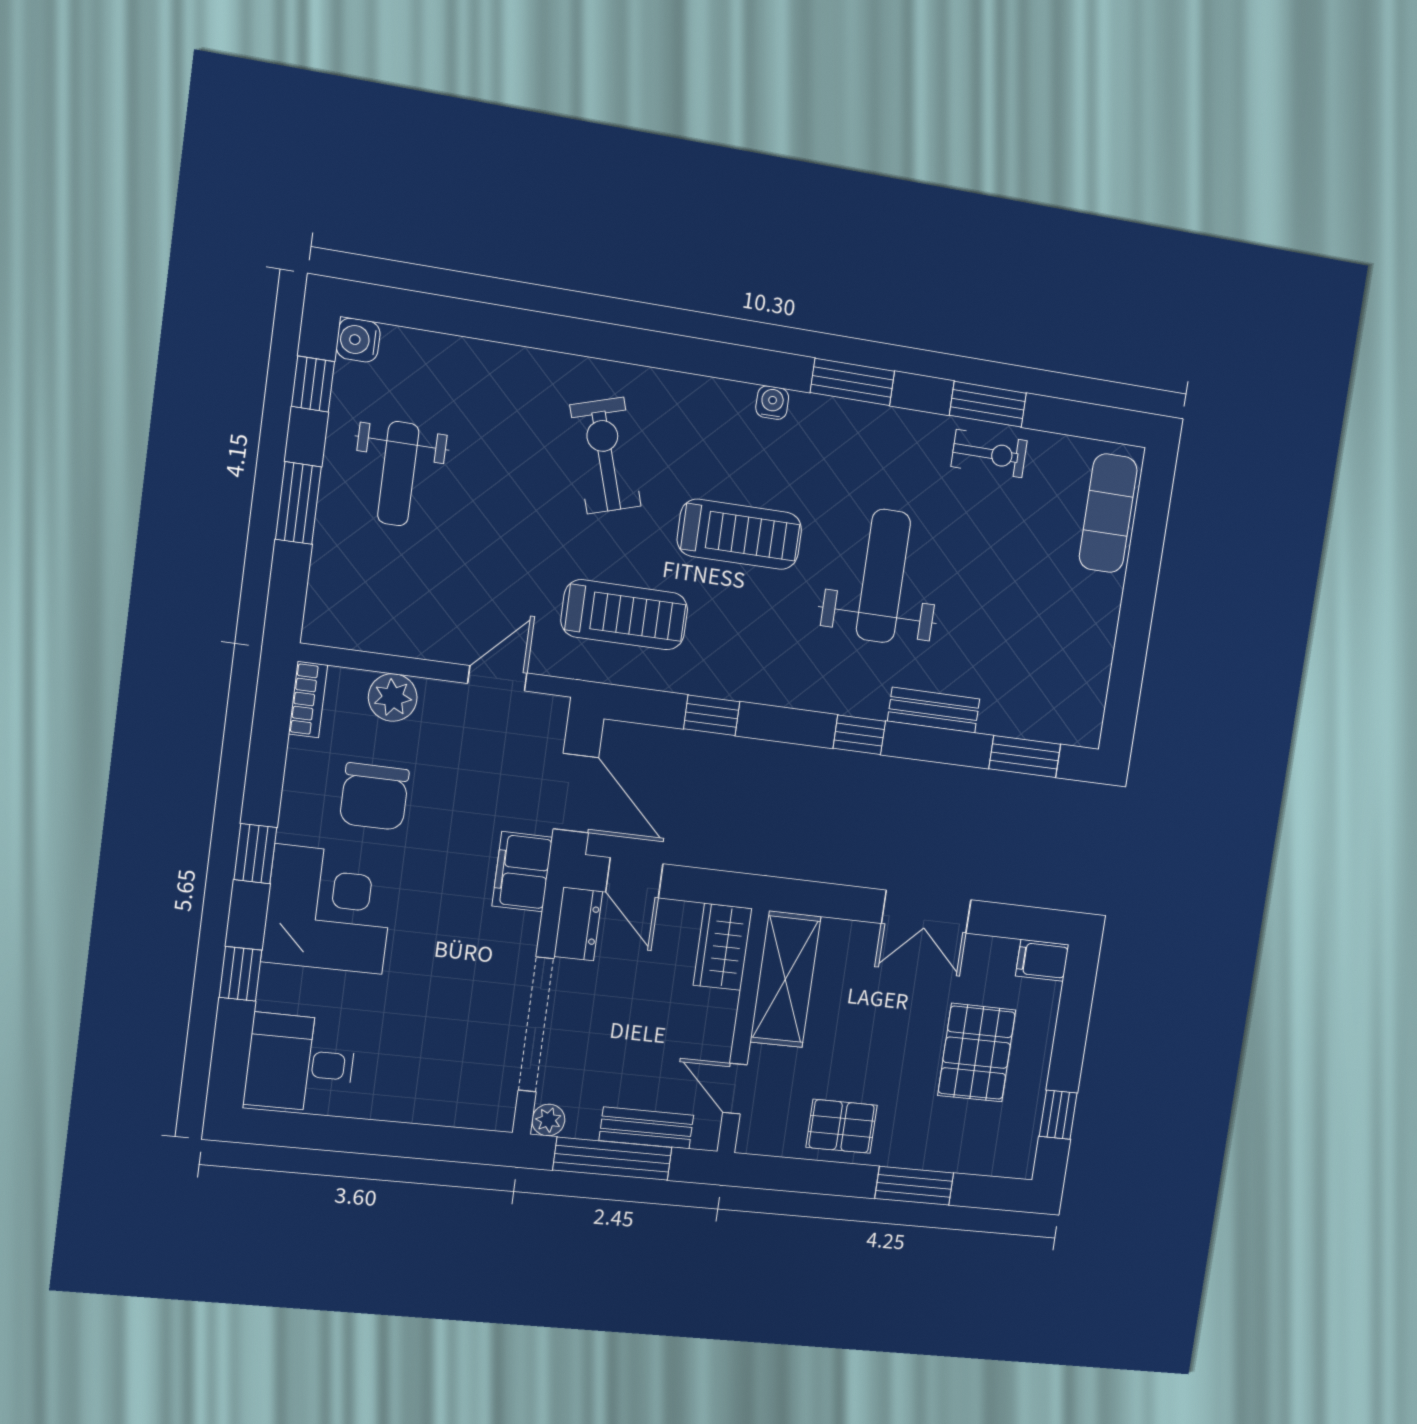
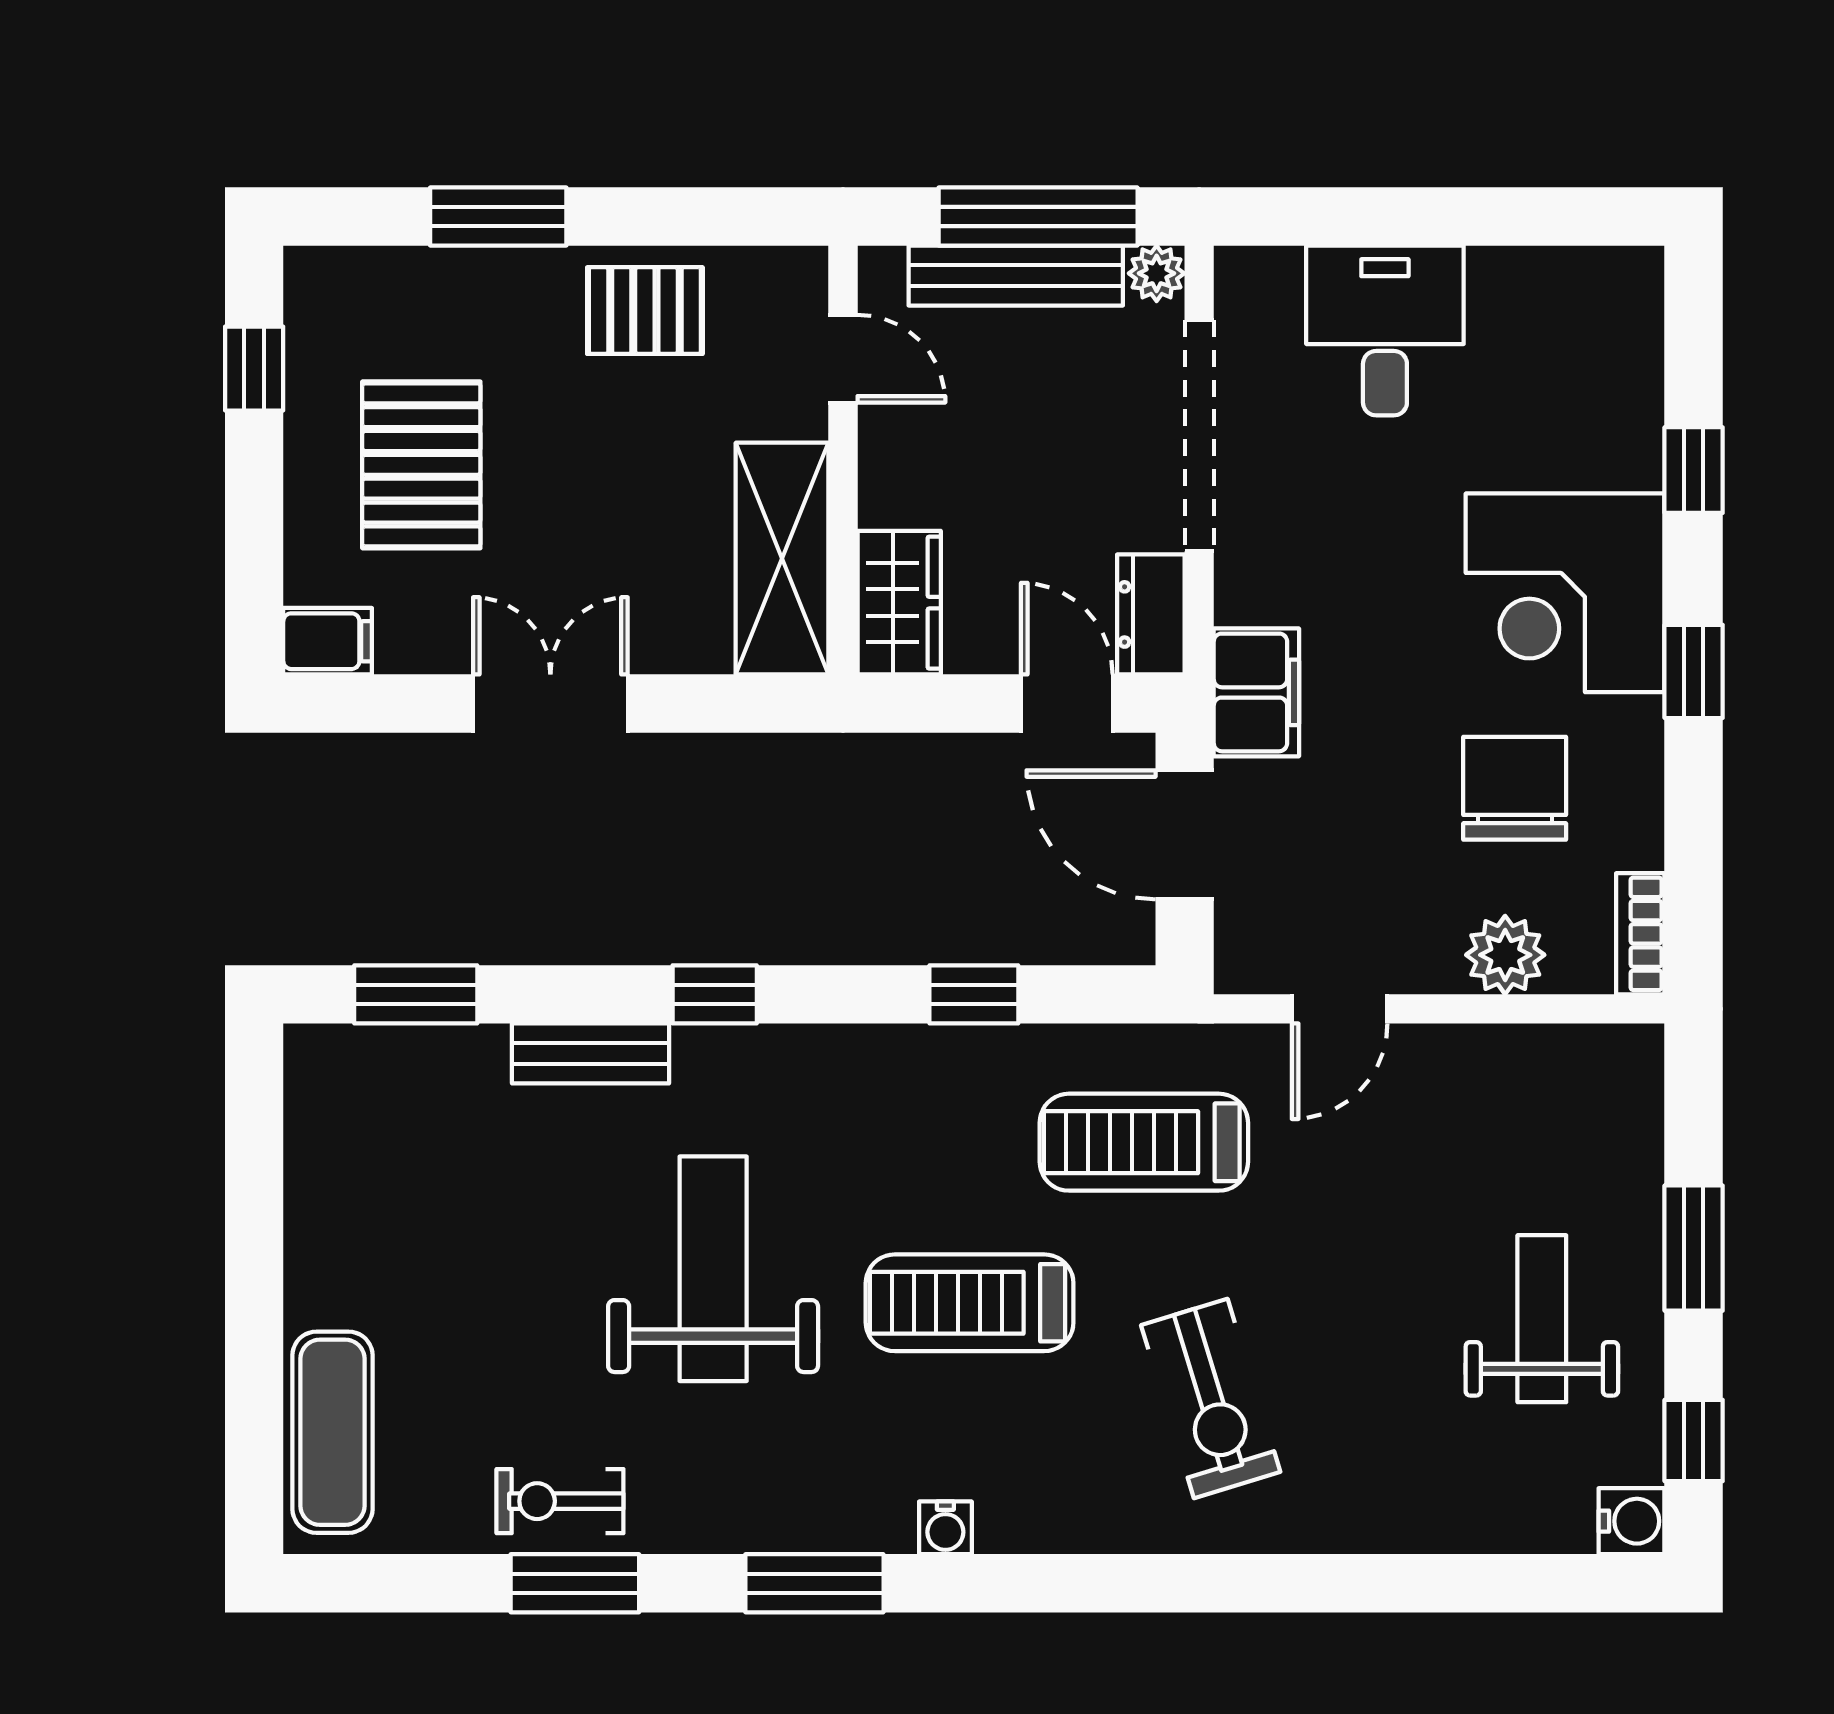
weight bench: (883, 576) -> (713, 1269), turned 180
desk: (300, 1063) -> (1385, 330), moved, turned -90
bench: (646, 1128) -> (1016, 276), width x1.36

